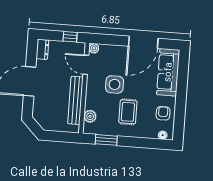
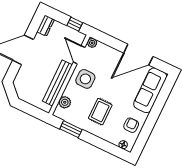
side table: (115, 84) -> (85, 79), moved

